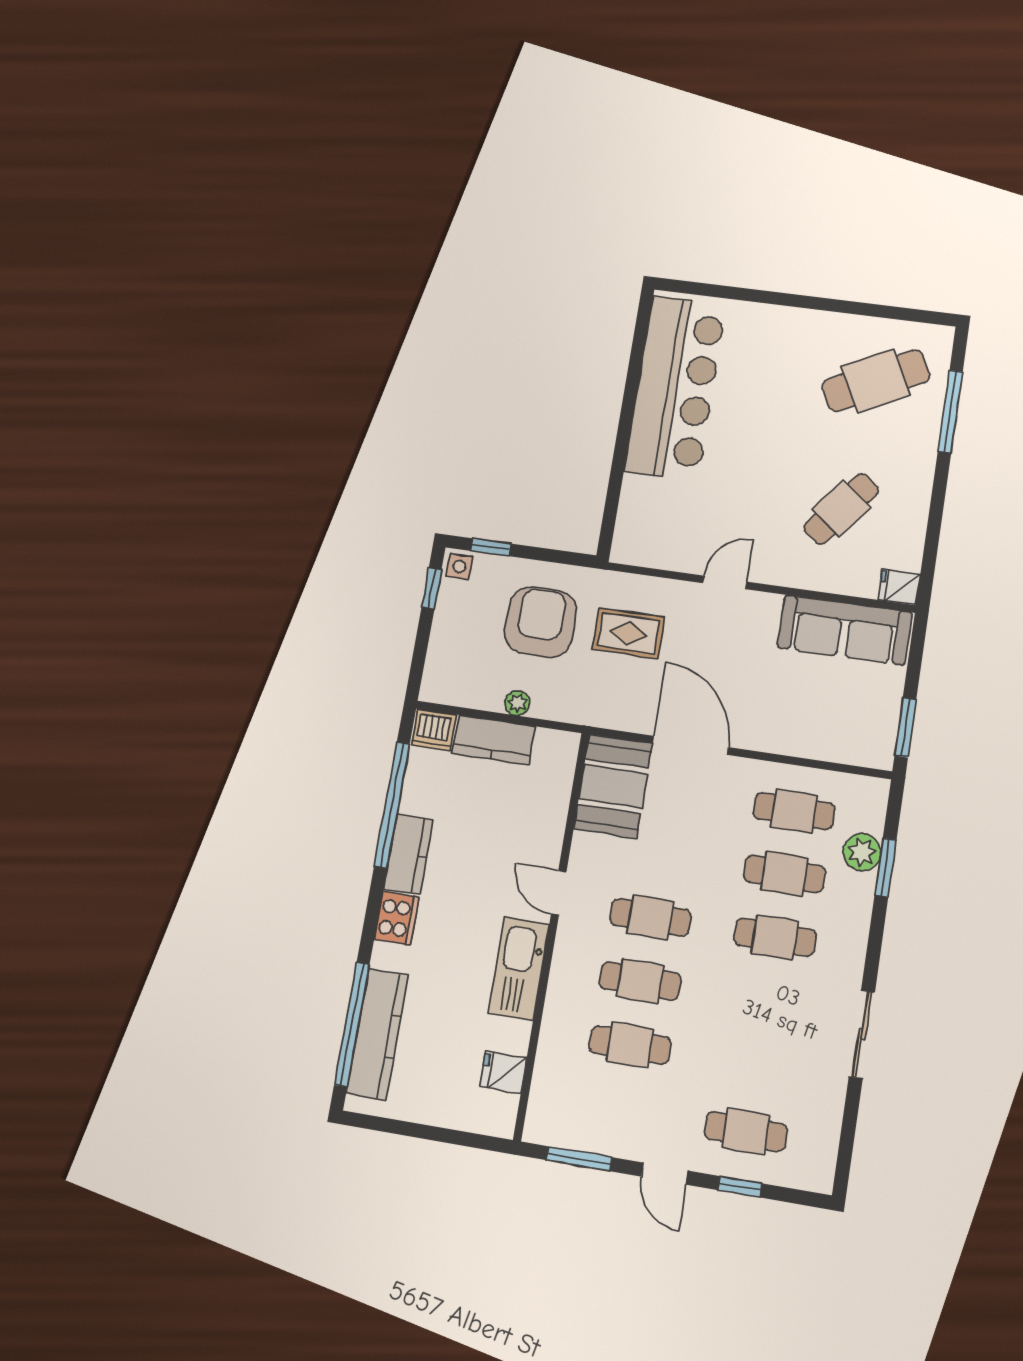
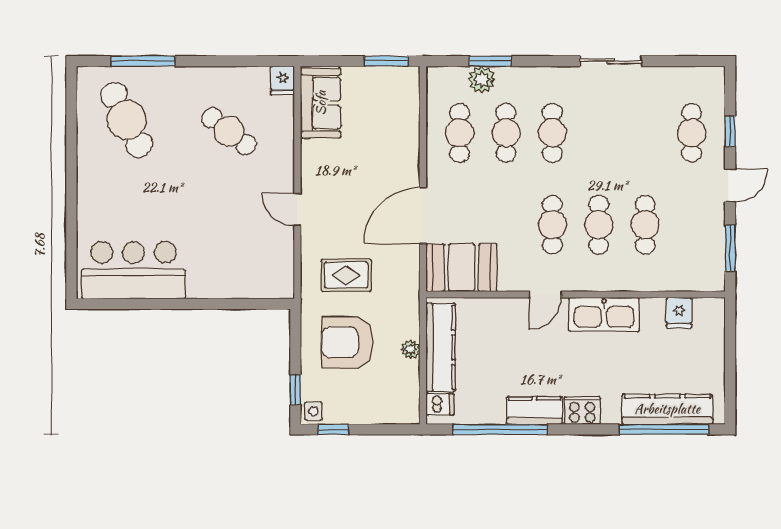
bar counter: (675, 388) -> (134, 270), width x0.73
sofa: (845, 630) -> (321, 103), width x0.73
rug: (628, 633) -> (346, 275), turned 90
dishwasher: (434, 730) -> (440, 404), width x0.73
kitchen counter: (494, 740) -> (441, 347), width x1.50

